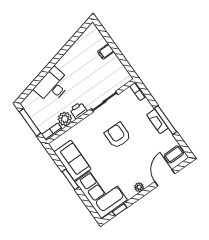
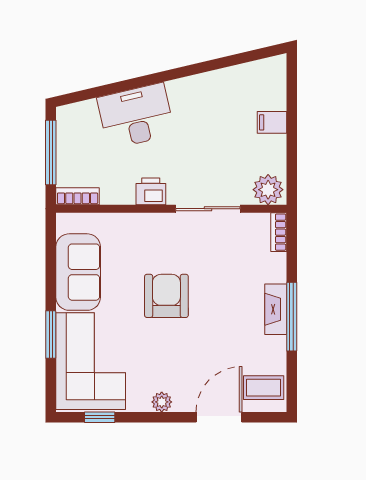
plant: (65, 119) -> (268, 190), moved
armchair: (118, 135) -> (166, 296), moved
window: (70, 179) -> (51, 334), moved

